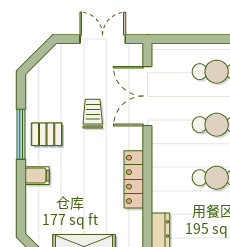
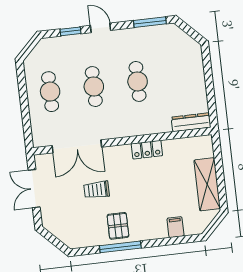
filing cabinet: (37, 176) -> (175, 227), moved
locker: (134, 179) -> (147, 150), width x0.66

